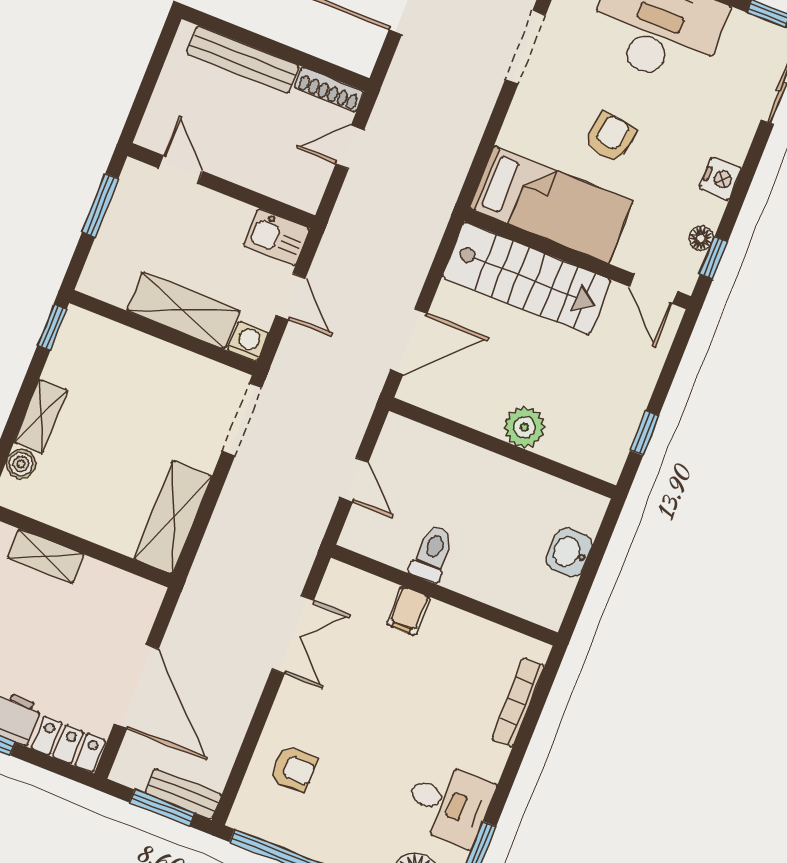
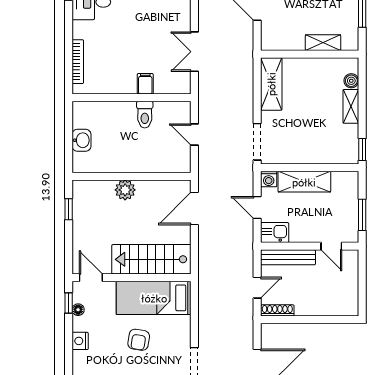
bench: (243, 60) -> (288, 257), moved

